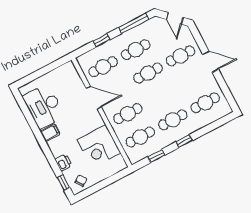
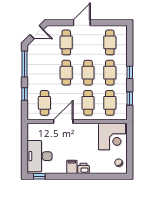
cafe table: (136, 50) -> (88, 73), moved
desk: (44, 106) -> (40, 156), moved, turned 90
corner desk: (99, 146) -> (112, 137), moved
printer: (64, 162) -> (83, 168), moved
window: (64, 183) -> (39, 176), moved

